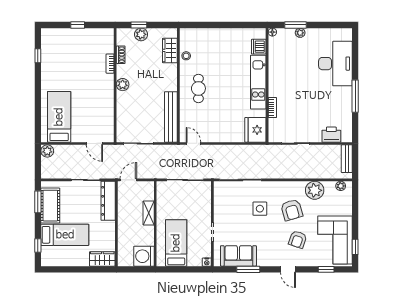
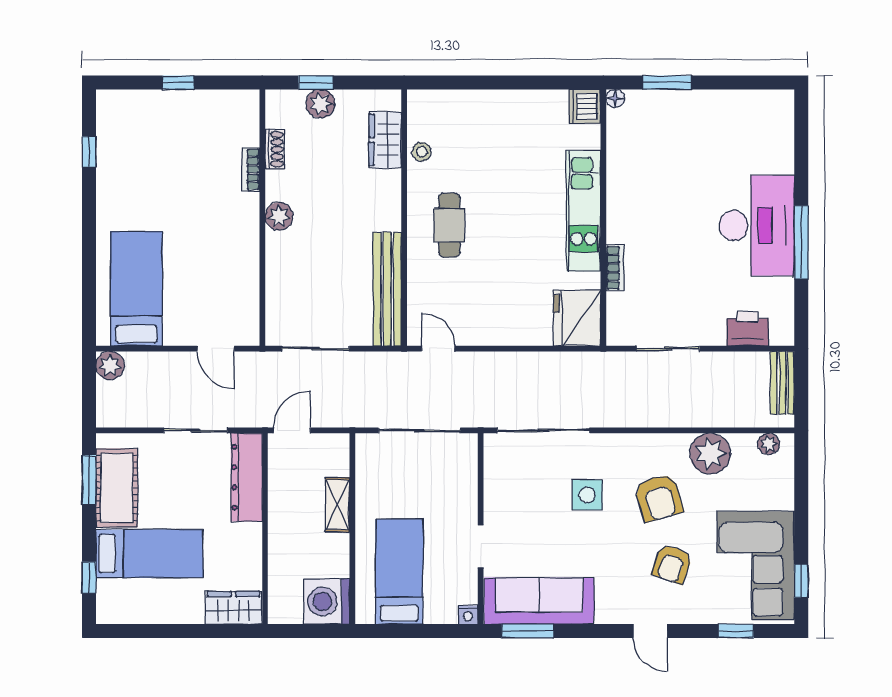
plant: (300, 33) -> (677, 100), removed
dishwasher: (259, 47) -> (585, 106), moved
desk: (335, 64) -> (757, 225), moved
sofa: (238, 256) -> (539, 601), width x1.36
window: (248, 269) -> (528, 631), moved

